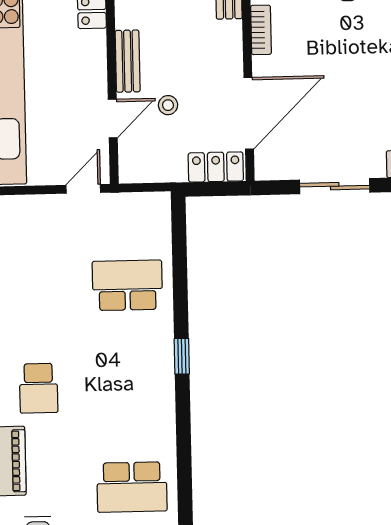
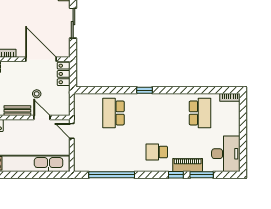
school desk: (39, 388) -> (157, 152), turned 180

